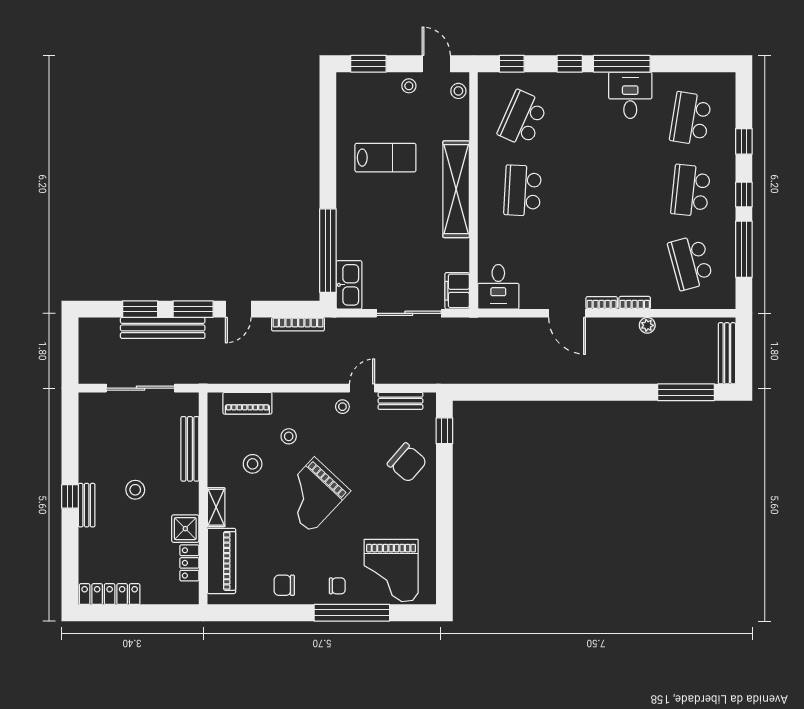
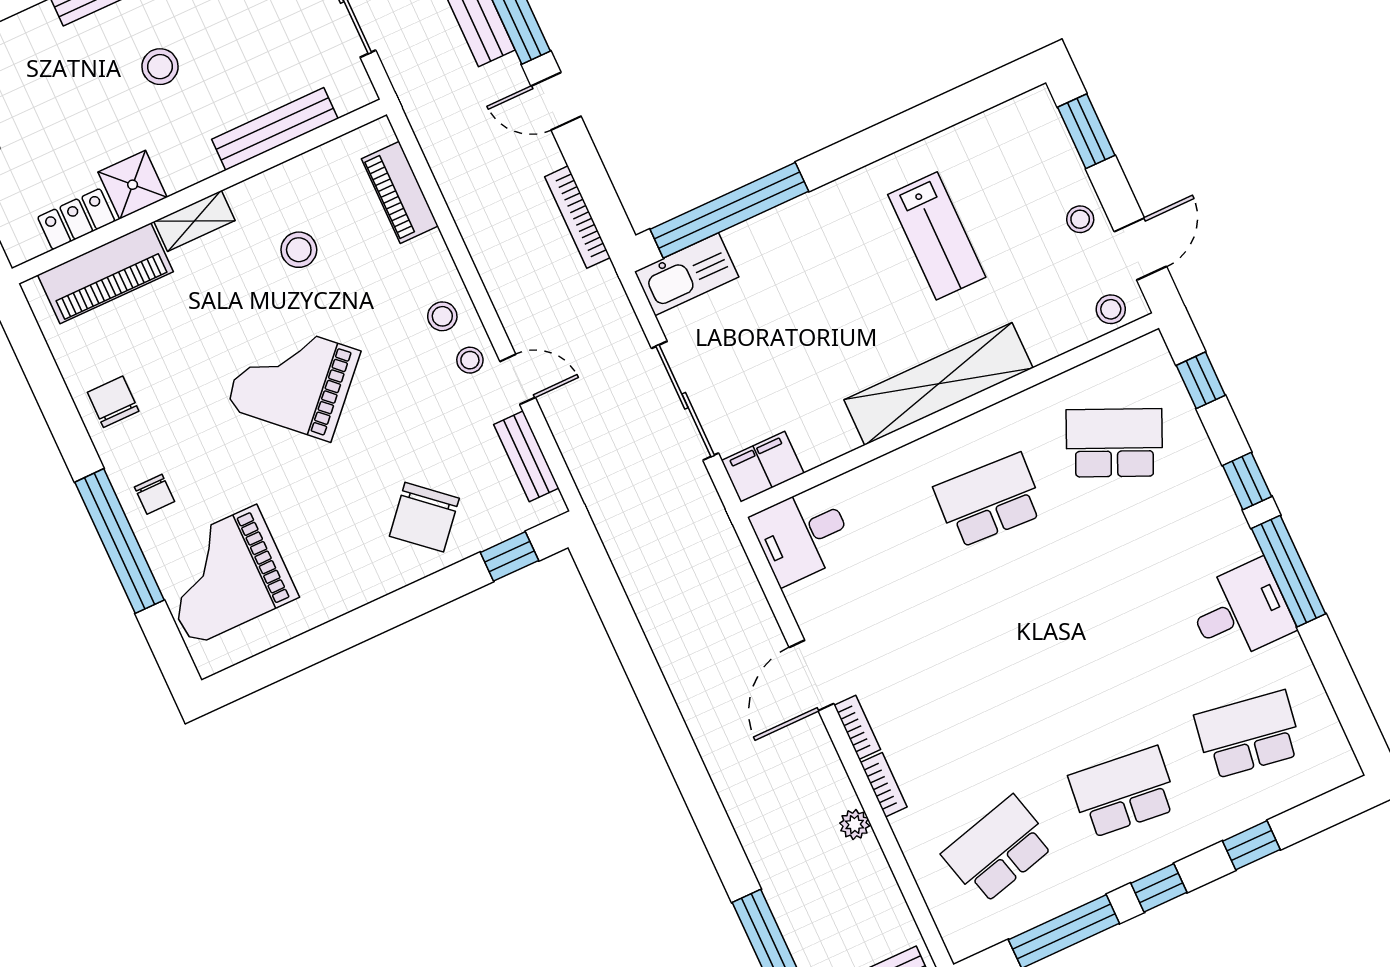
stool: (289, 436) -> (442, 316), moved

